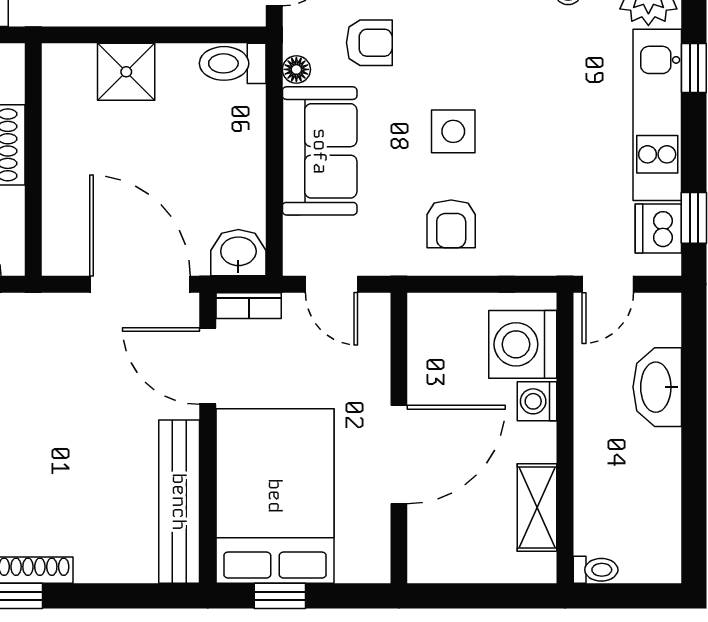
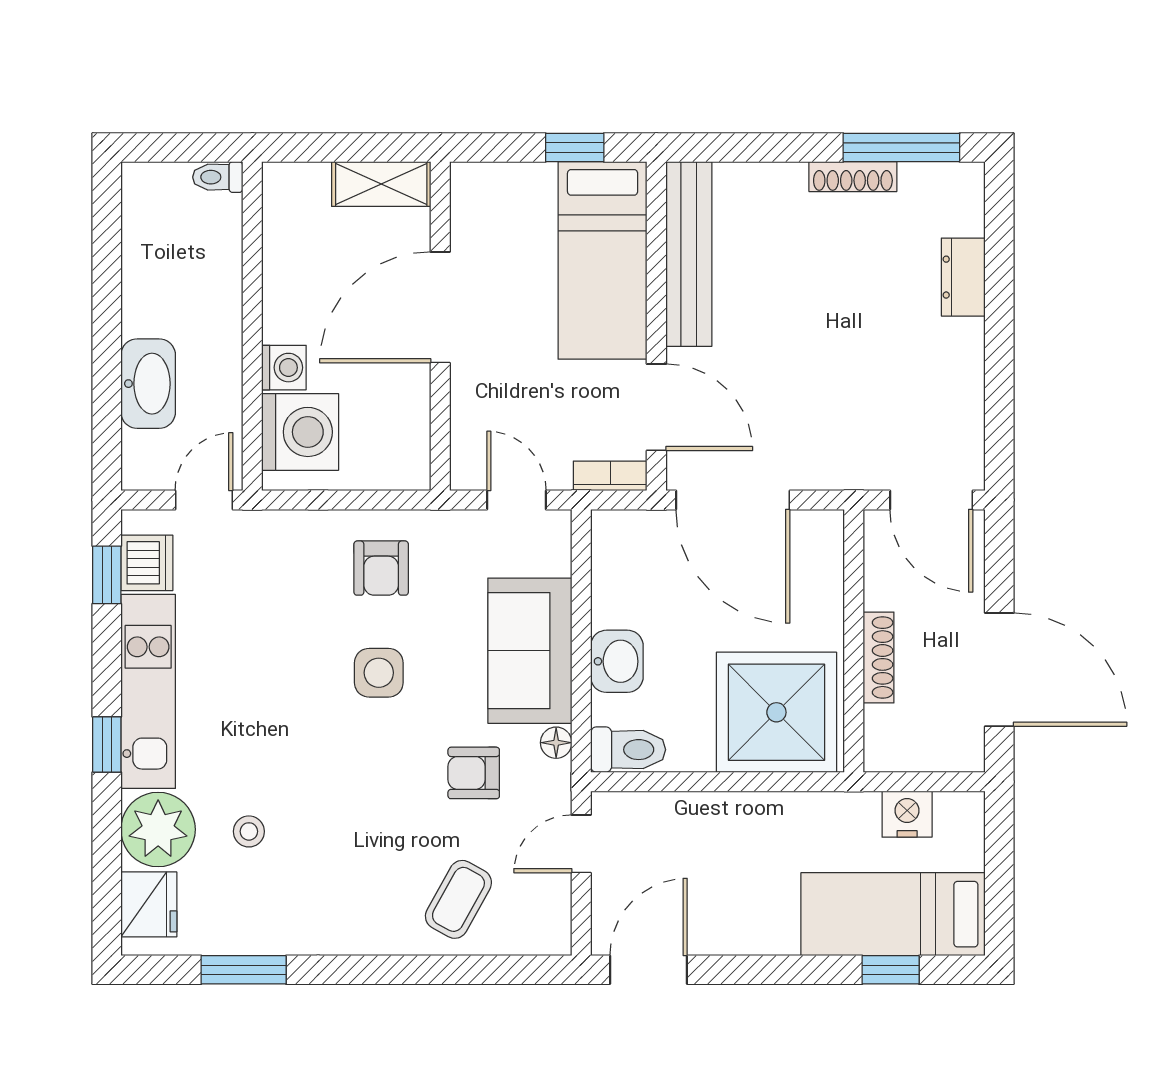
shower: (126, 72) -> (776, 712), width x1.86, depth x1.86
armchair: (451, 224) -> (381, 568), turned 180
washbasin: (238, 253) -> (617, 661), moved, turned -90
bed: (275, 496) -> (603, 260), width x0.67
shelving: (537, 507) -> (381, 184), moved, turned 90

